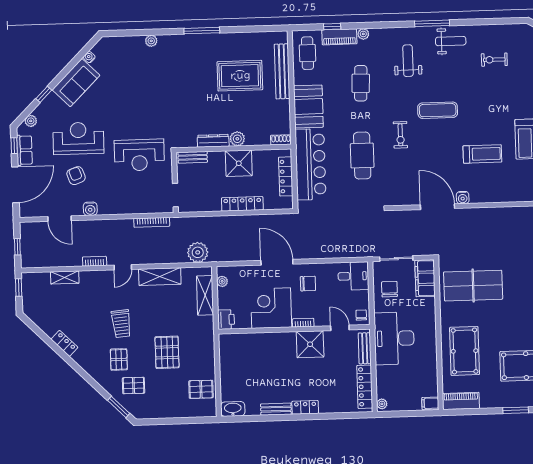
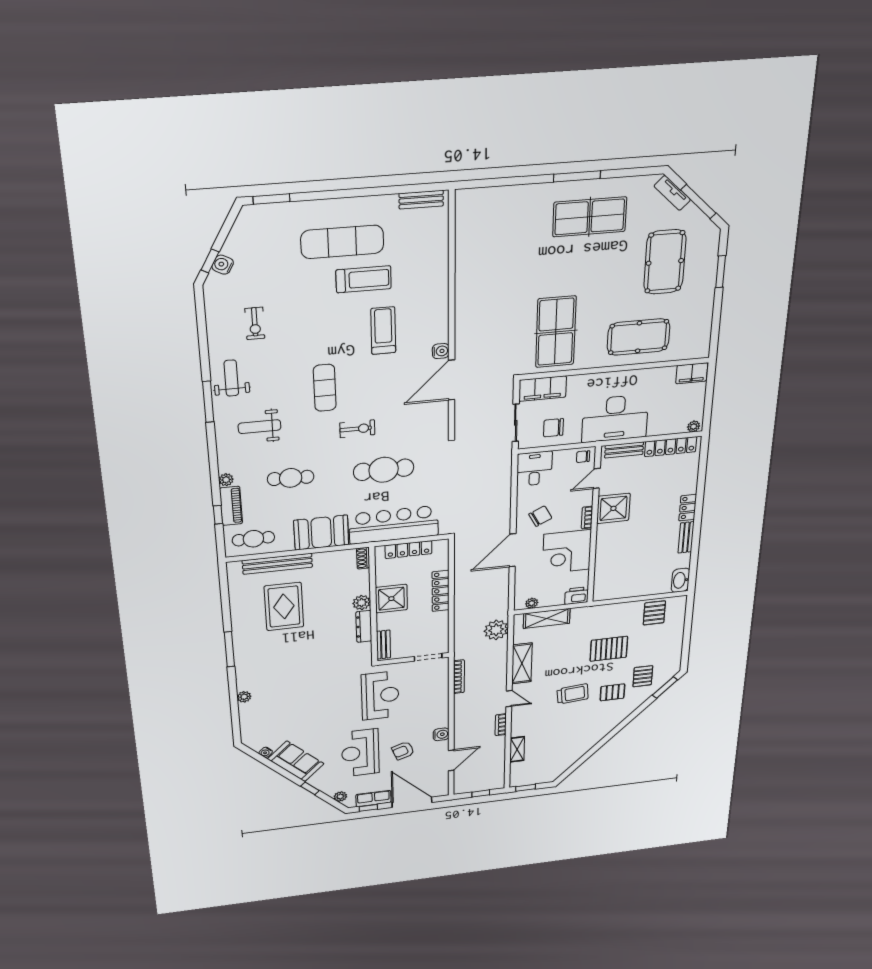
chair: (308, 284) -> (540, 516), turned 63
locker: (64, 343) -> (590, 742), removed
piano: (461, 401) -> (701, 337), removed
filing cabinet: (430, 403) -> (692, 373), width x2.00

